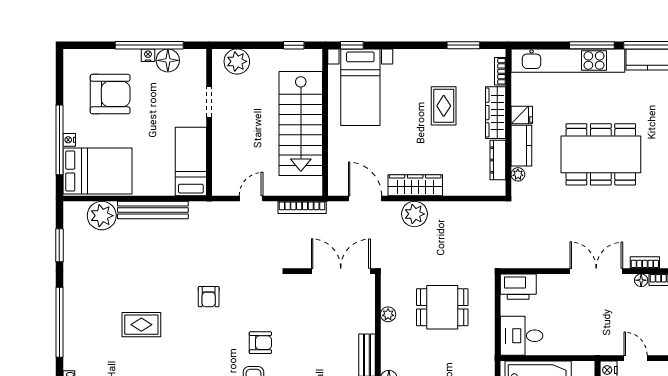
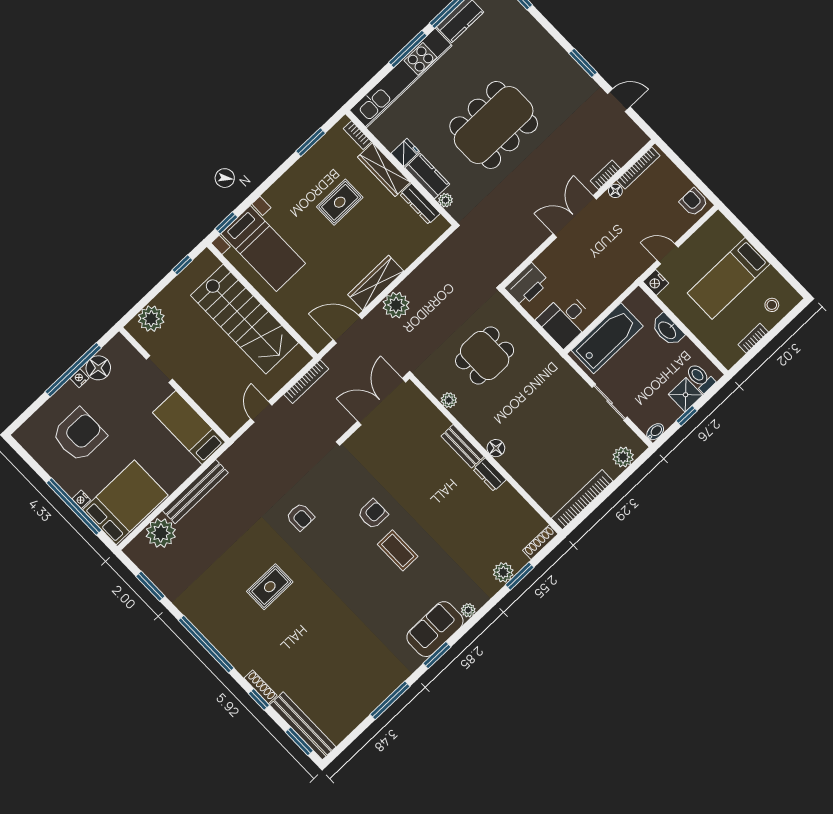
rug: (444, 106) -> (340, 202), turned 90

